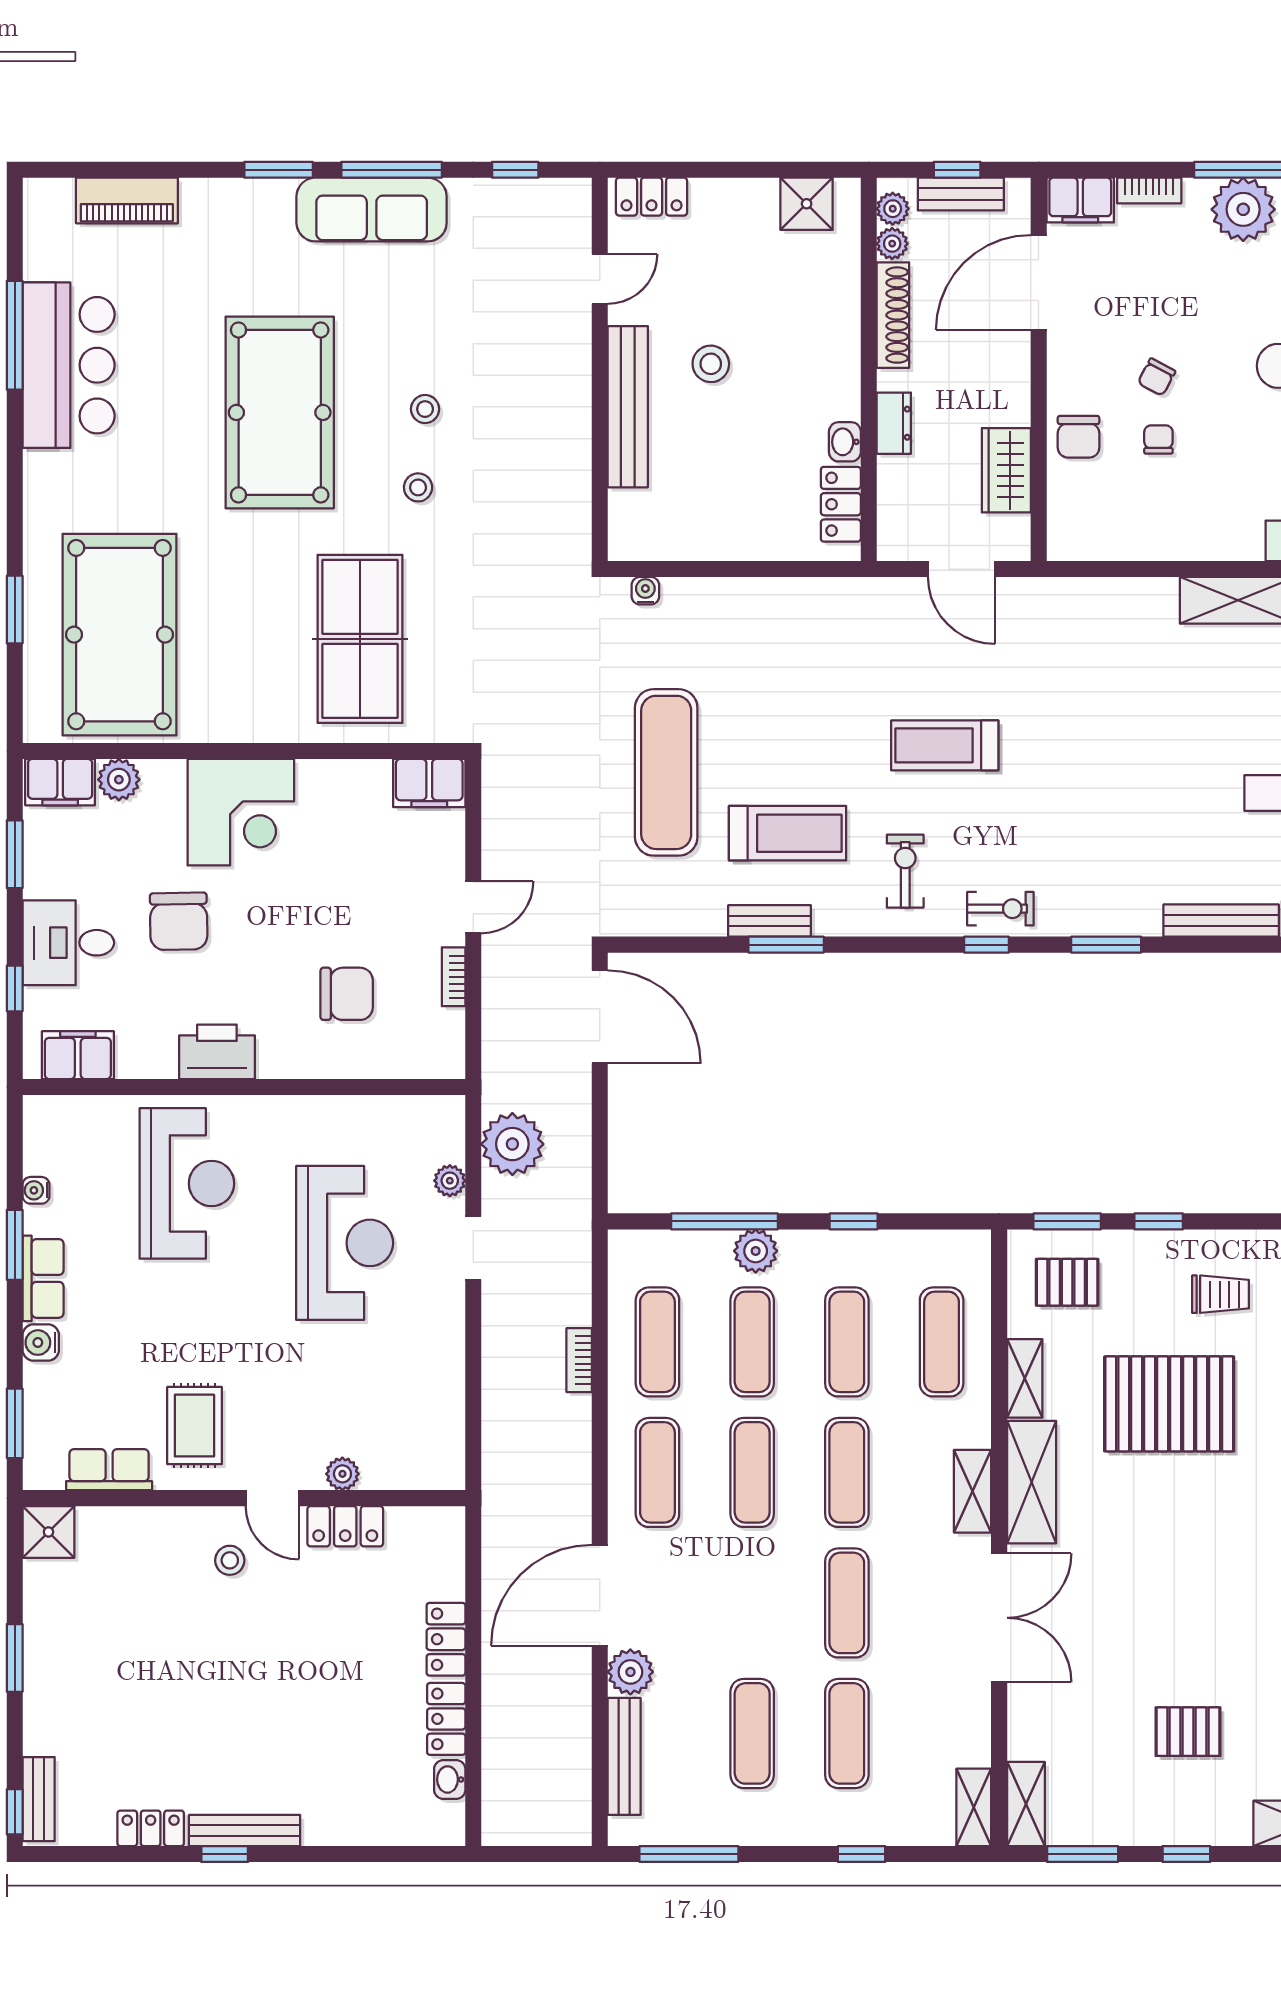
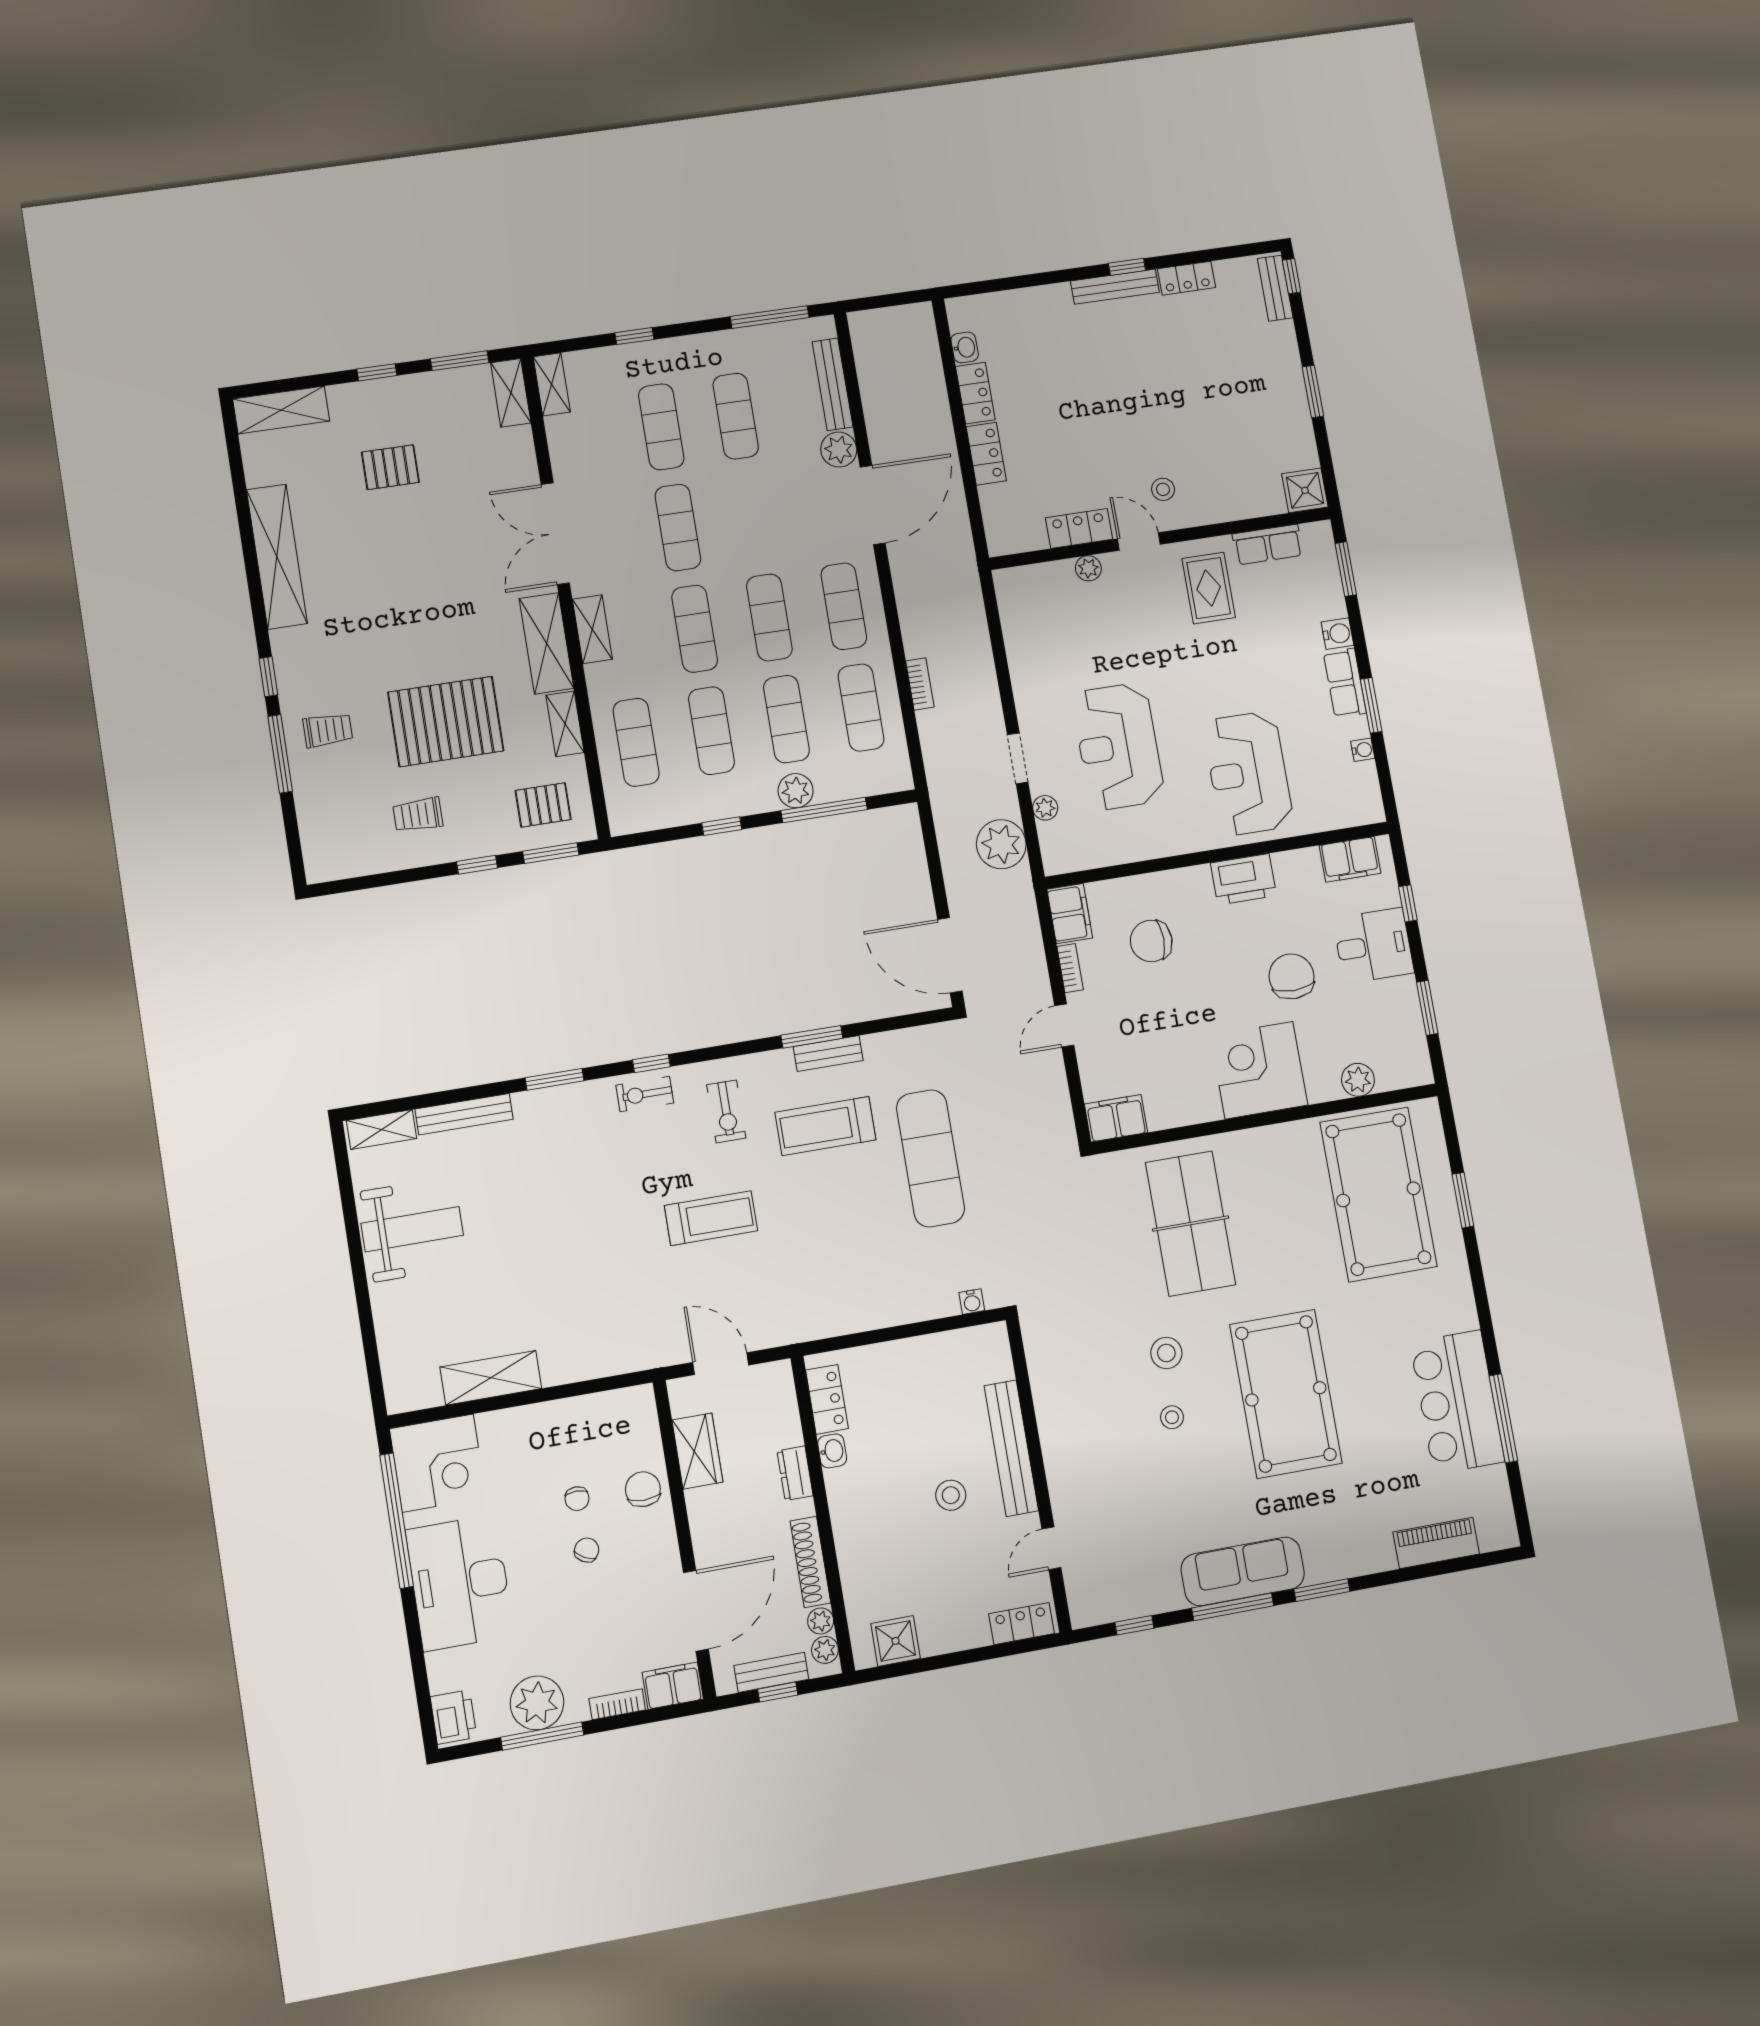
stool: (418, 487) -> (1166, 1353), width x1.37, depth x1.37
filing cabinet: (60, 782) -> (1070, 914), moved, turned 90

